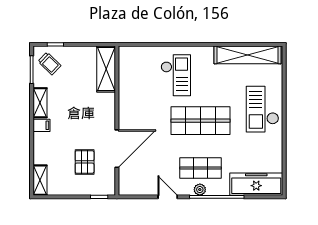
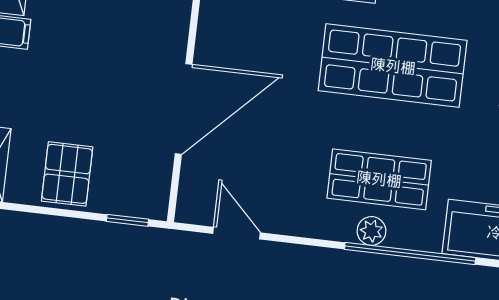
pallet: (85, 162) -> (67, 174), moved
door: (168, 197) -> (237, 233), moved

